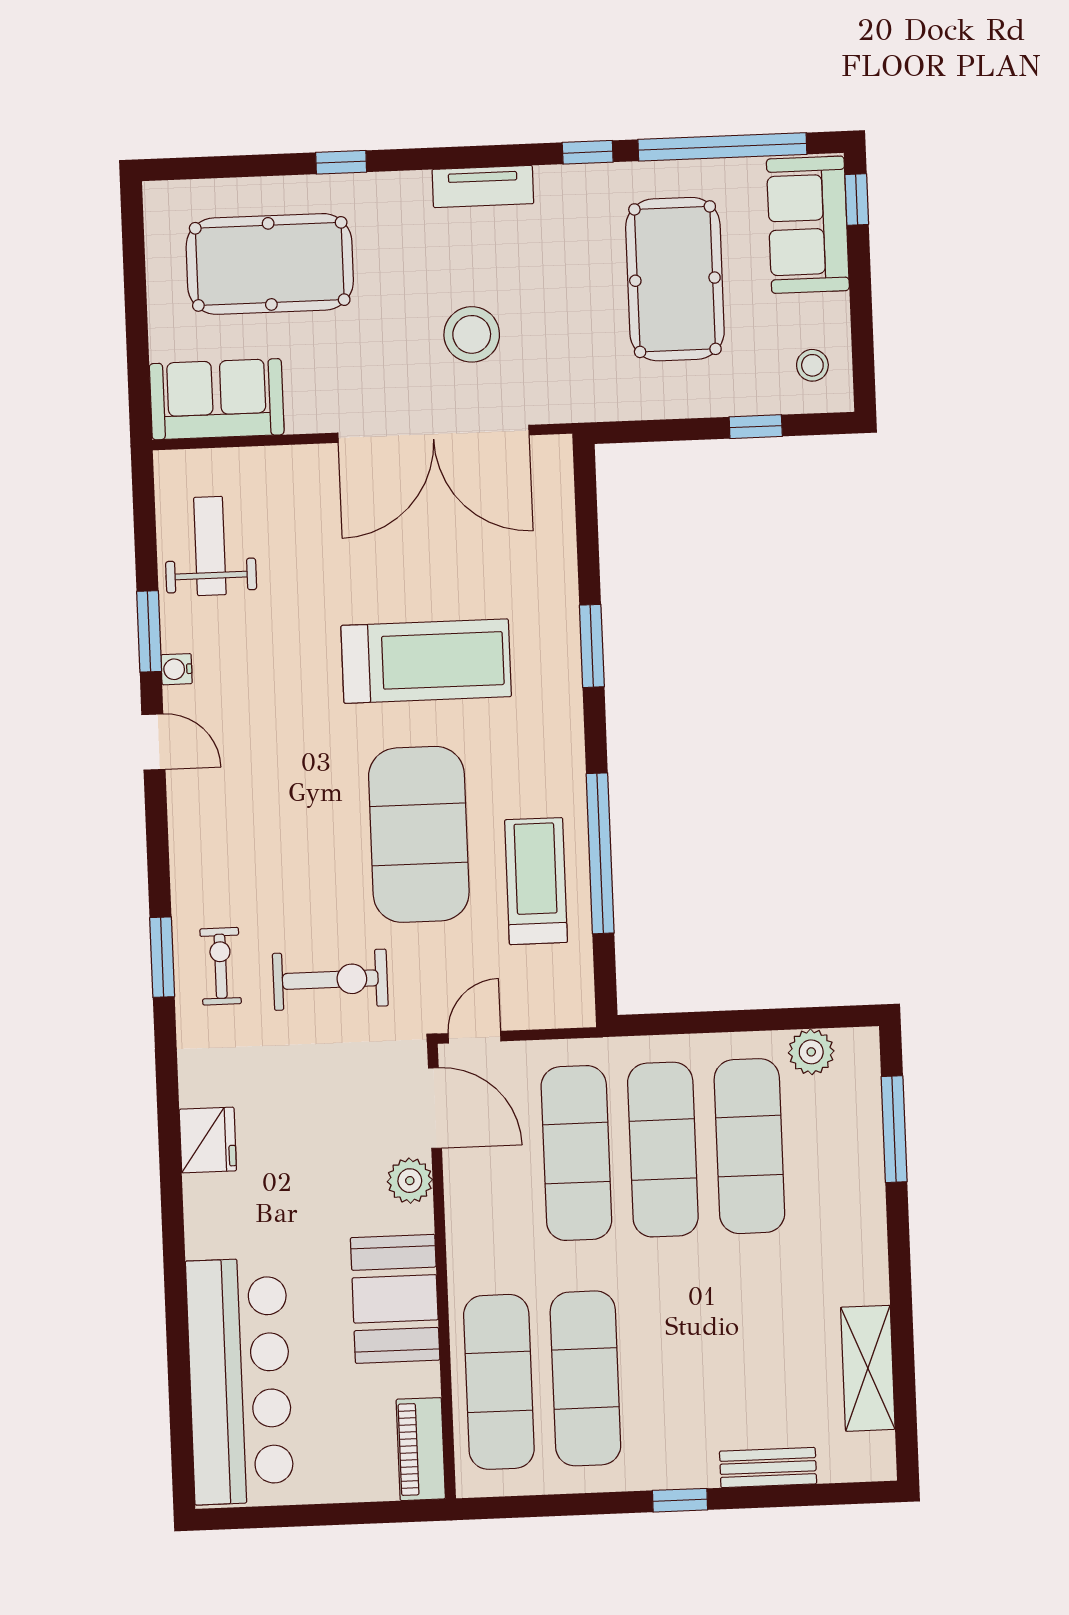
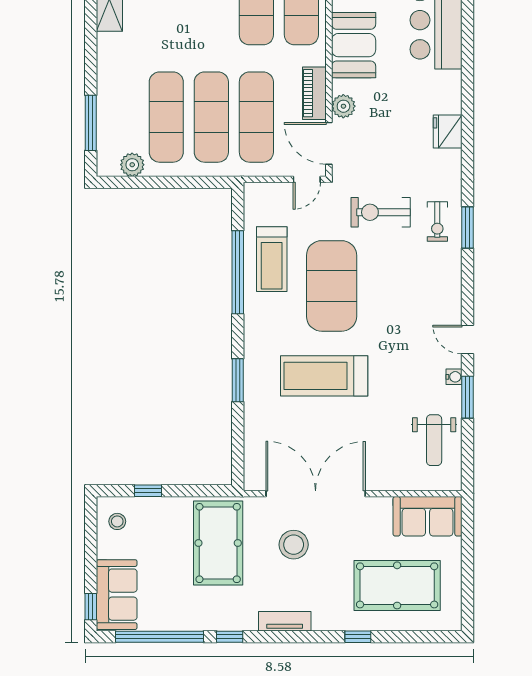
pool table: (675, 279) -> (218, 543), moved
piano: (467, 1203) -> (314, 93), added

